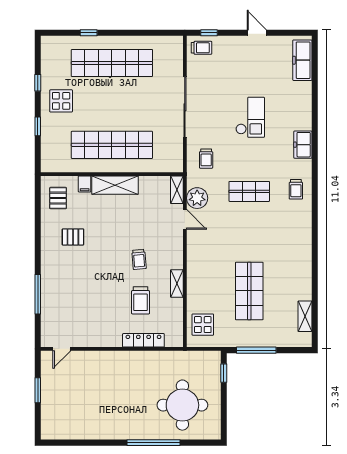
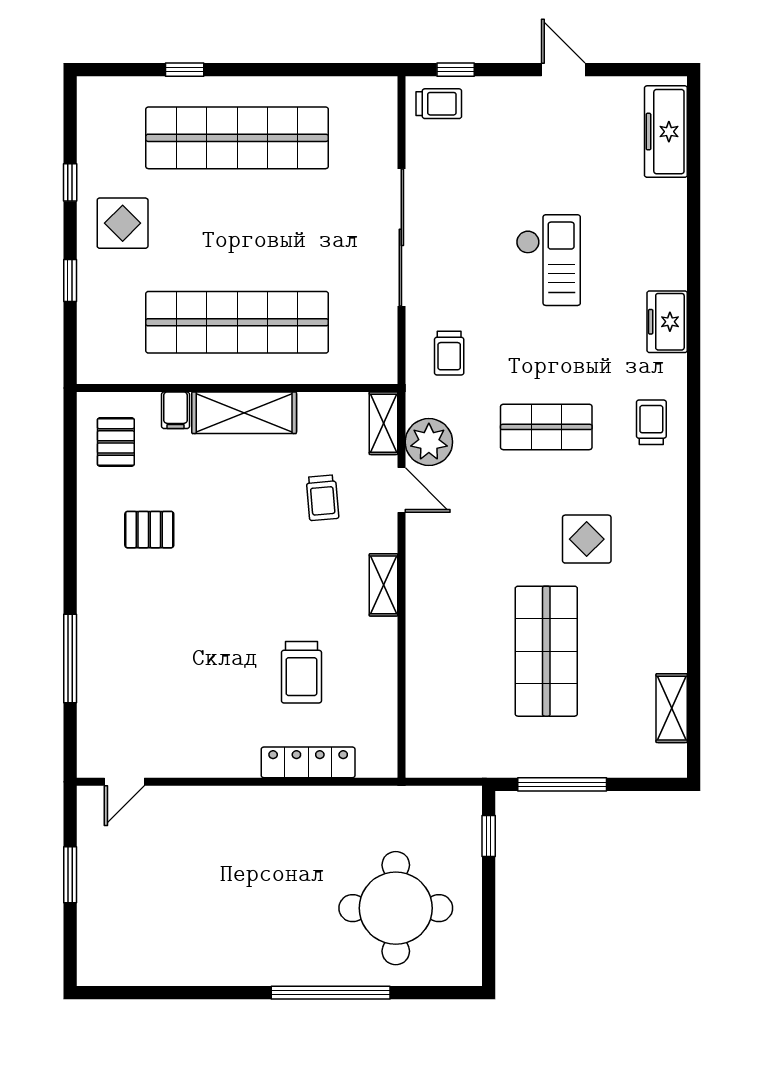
trolley: (296, 189) -> (651, 422), turned 180
trolley: (139, 259) -> (322, 498), moved
shelving: (177, 283) -> (383, 585), moved
display table: (203, 325) -> (587, 539), moved

